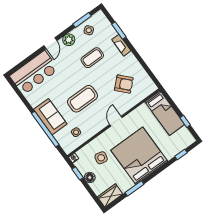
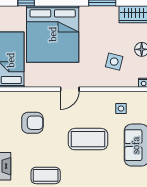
armchair: (124, 84) -> (32, 123), turned 133
bed: (139, 156) -> (53, 34), moved

